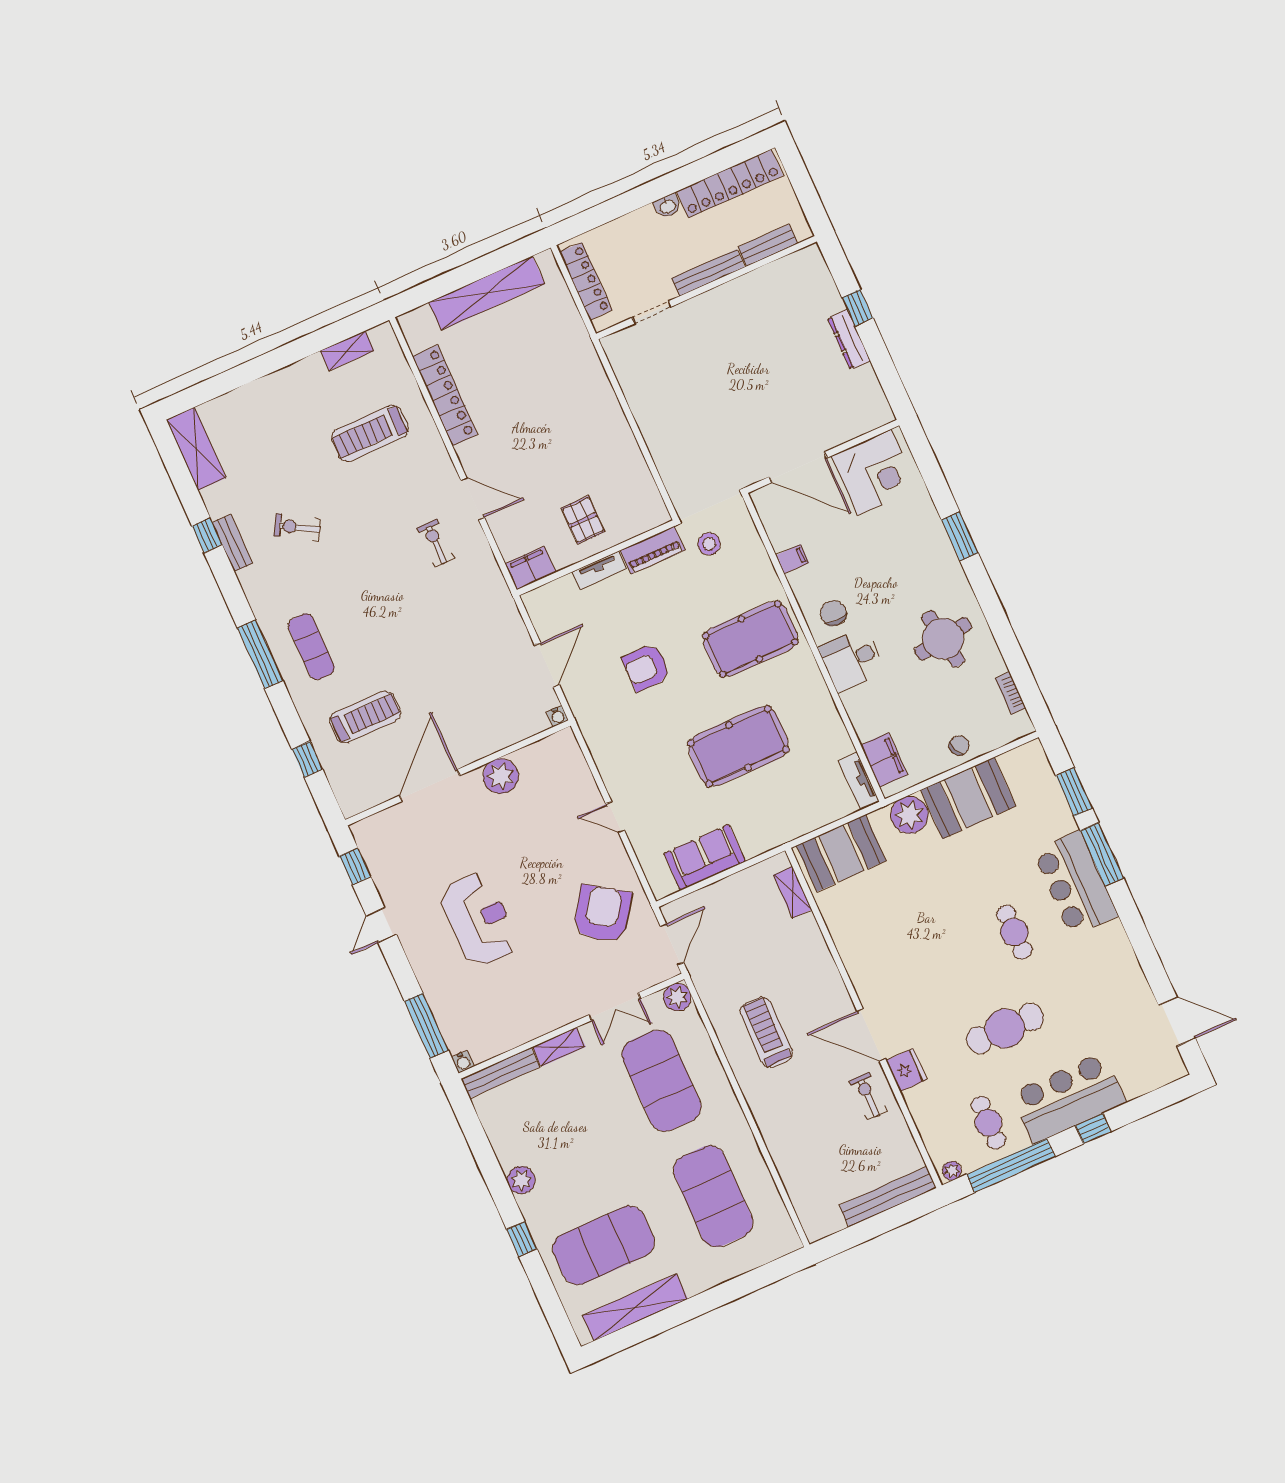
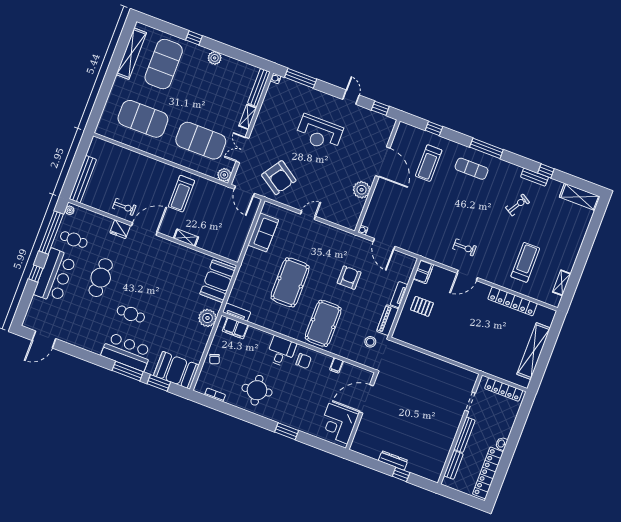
booth: (968, 798) -> (176, 370), moved, turned 90
shelving: (792, 892) -> (186, 238), moved
treadmill: (766, 1032) -> (181, 194), turned 90

